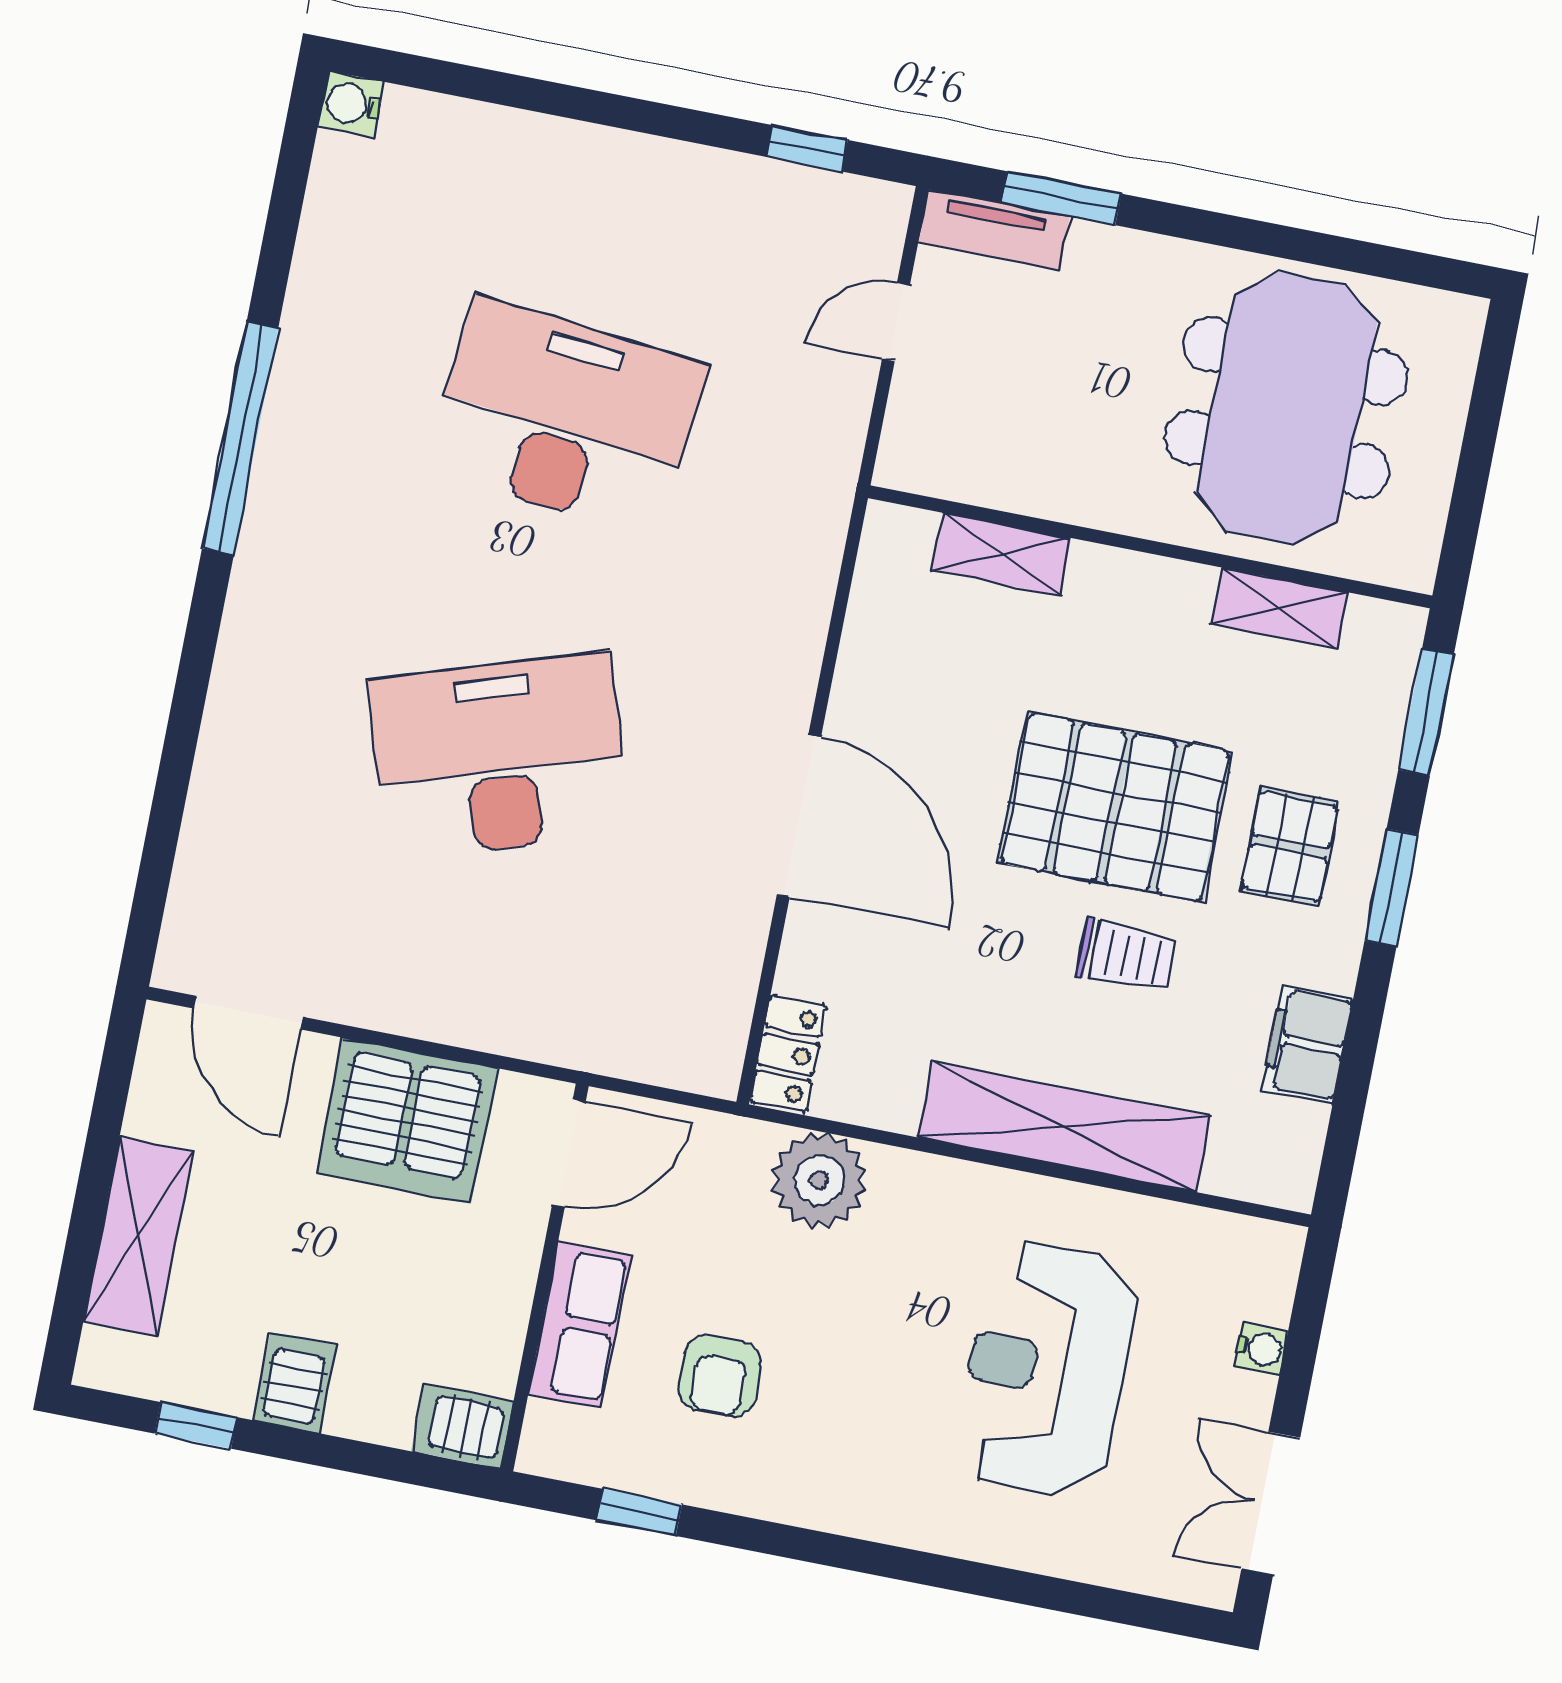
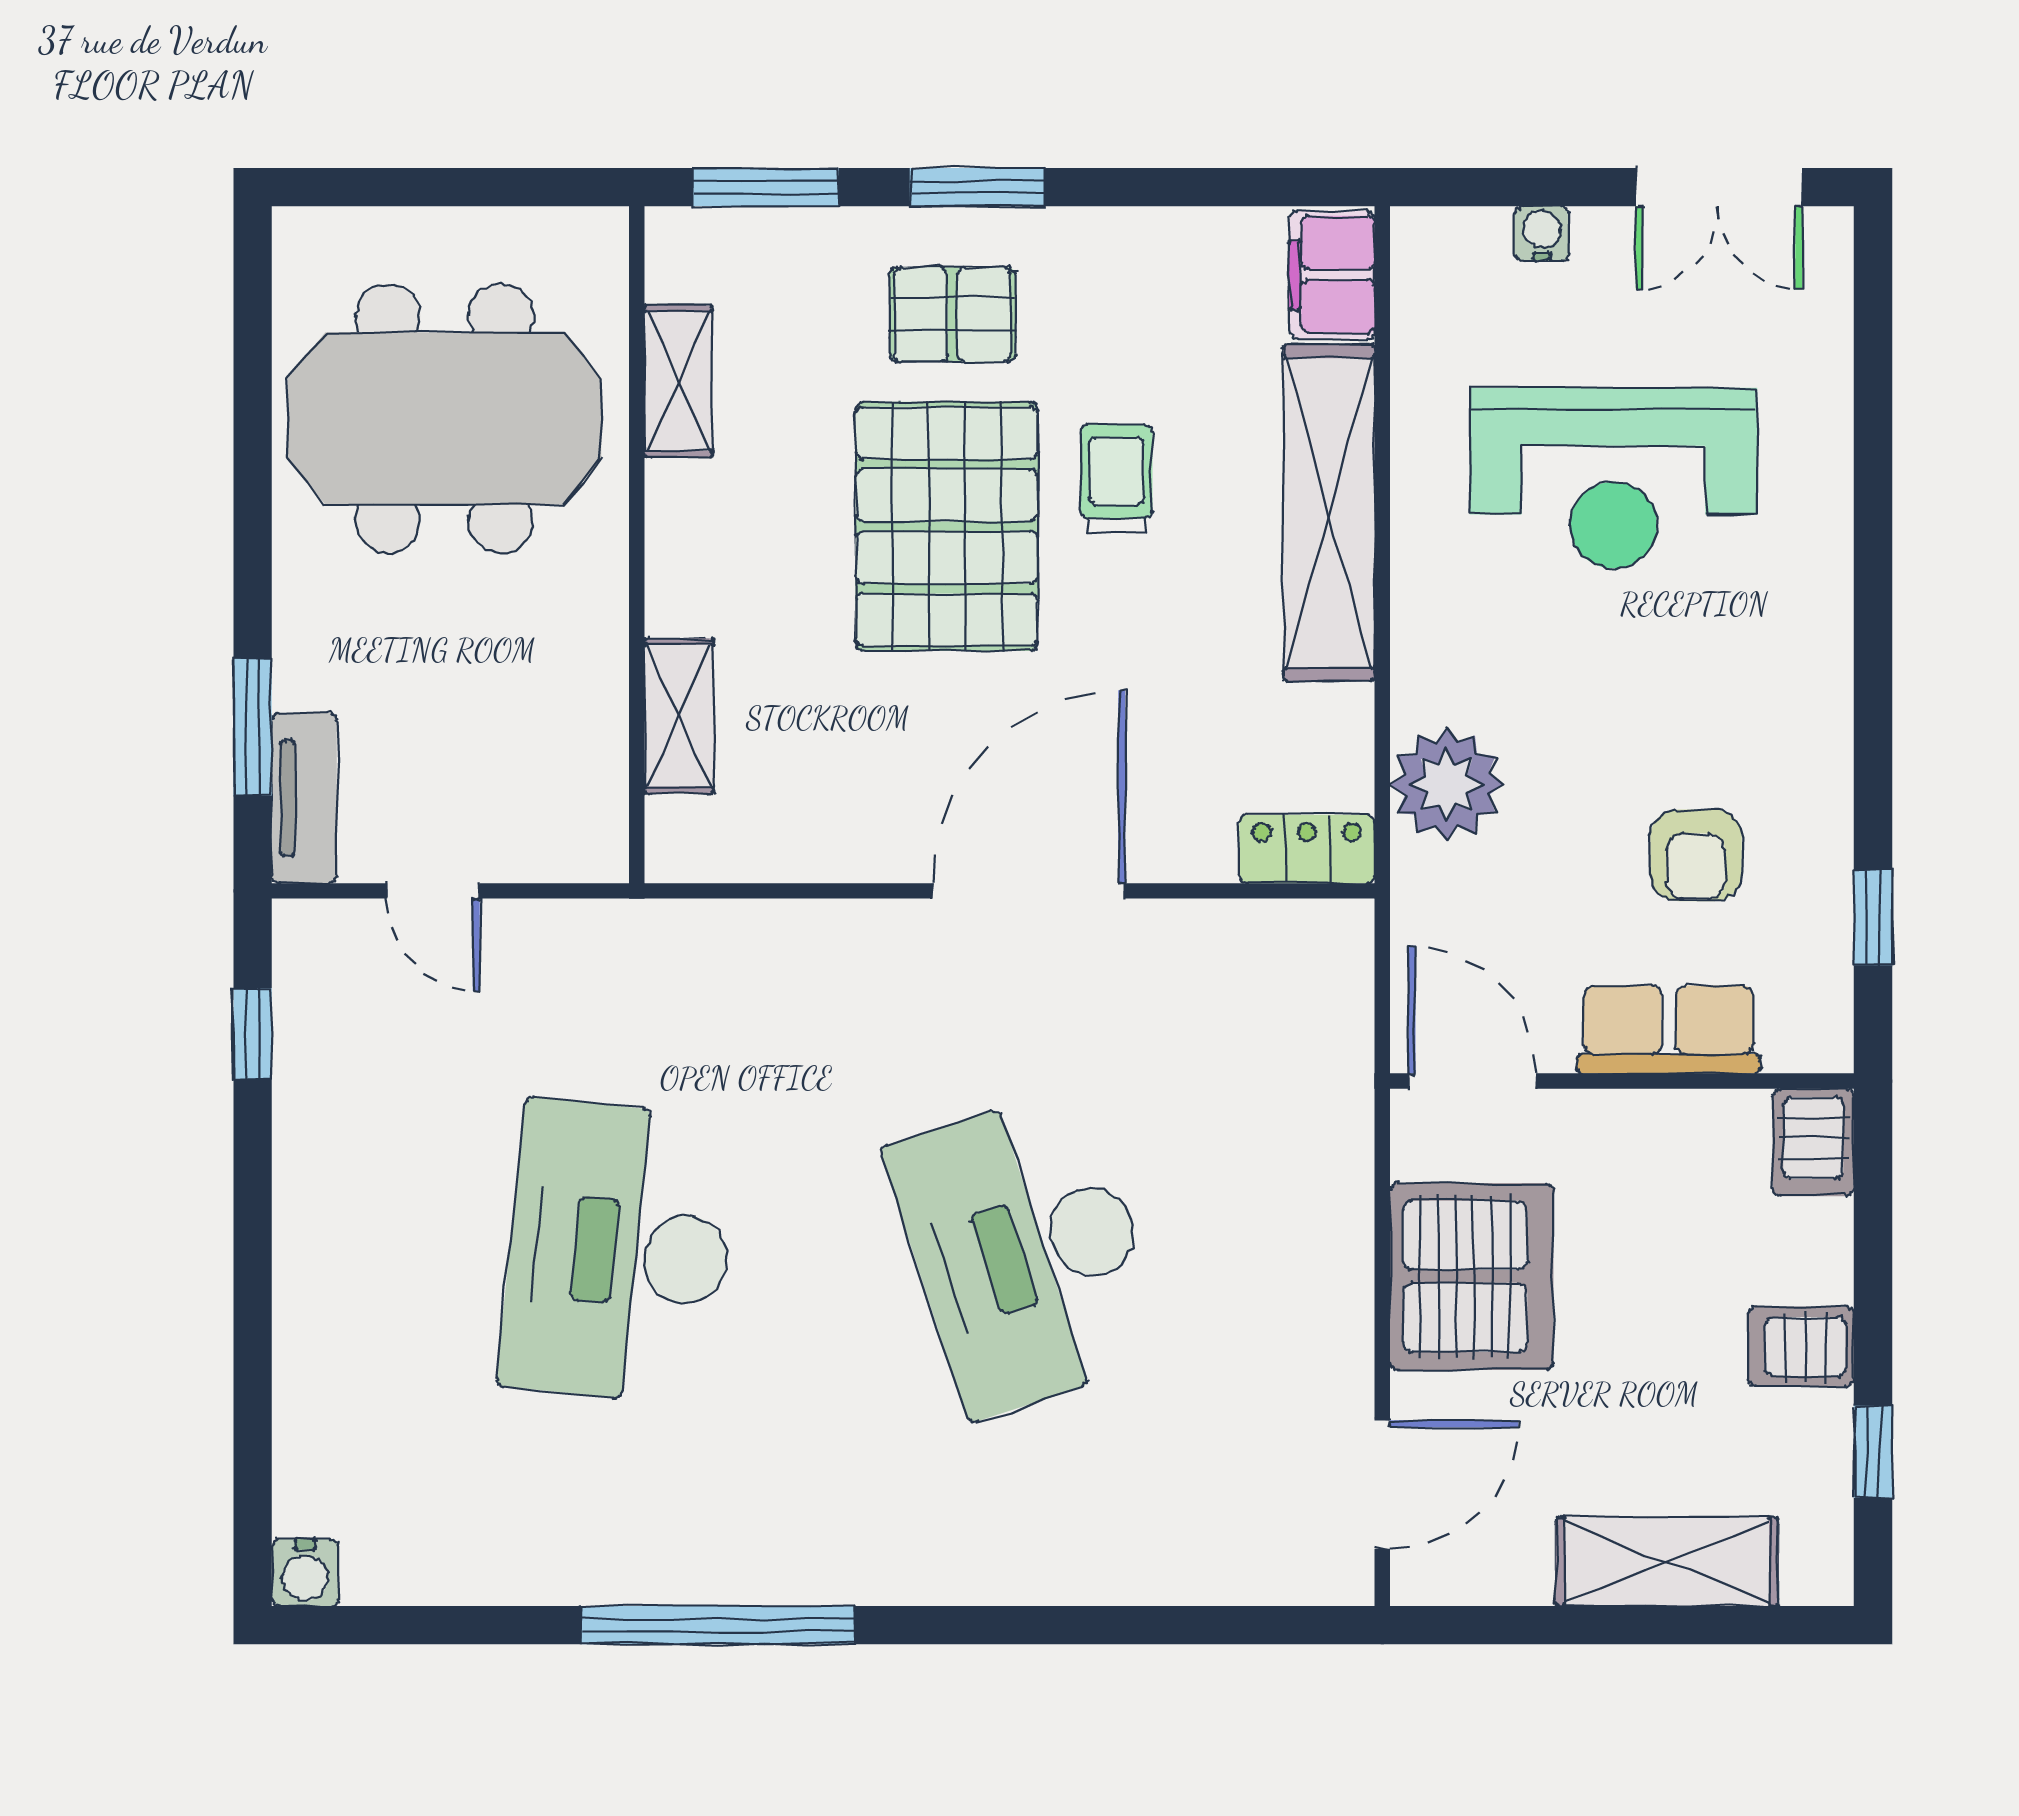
filing cabinet: (1308, 1044) -> (1332, 275), moved, turned 90
armchair: (720, 1376) -> (1696, 855), turned 90

